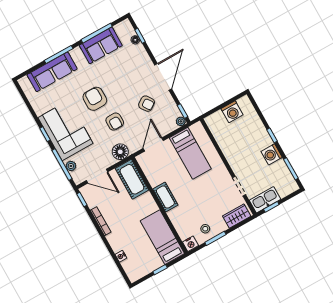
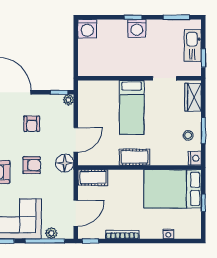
armchair: (147, 104) -> (32, 124), turned 124
washing machine: (232, 112) -> (87, 29), moved, turned 90
door: (153, 144) -> (76, 140), swing flipped
floor lamp: (120, 152) -> (65, 163), moved
bed: (190, 153) -> (132, 107), moved, turned 90
washing machine: (272, 154) -> (137, 28), moved
cot: (132, 179) -> (93, 178), width x0.73, depth x0.75
kitchen sink: (265, 200) -> (193, 45), moved
bed: (162, 237) -> (173, 189), width x1.50

